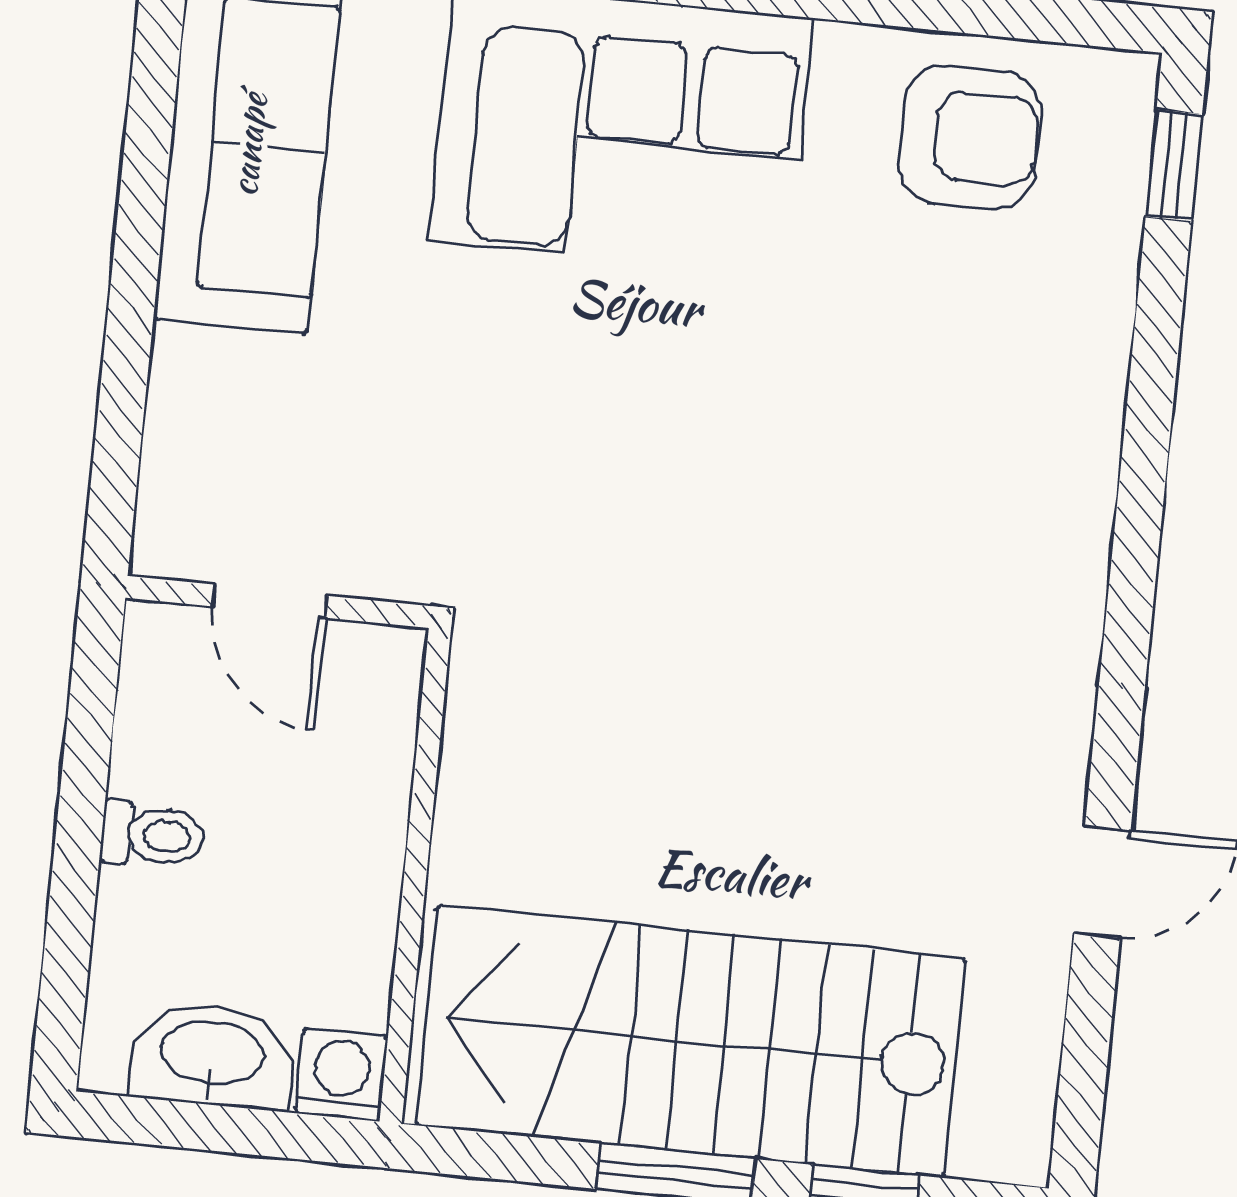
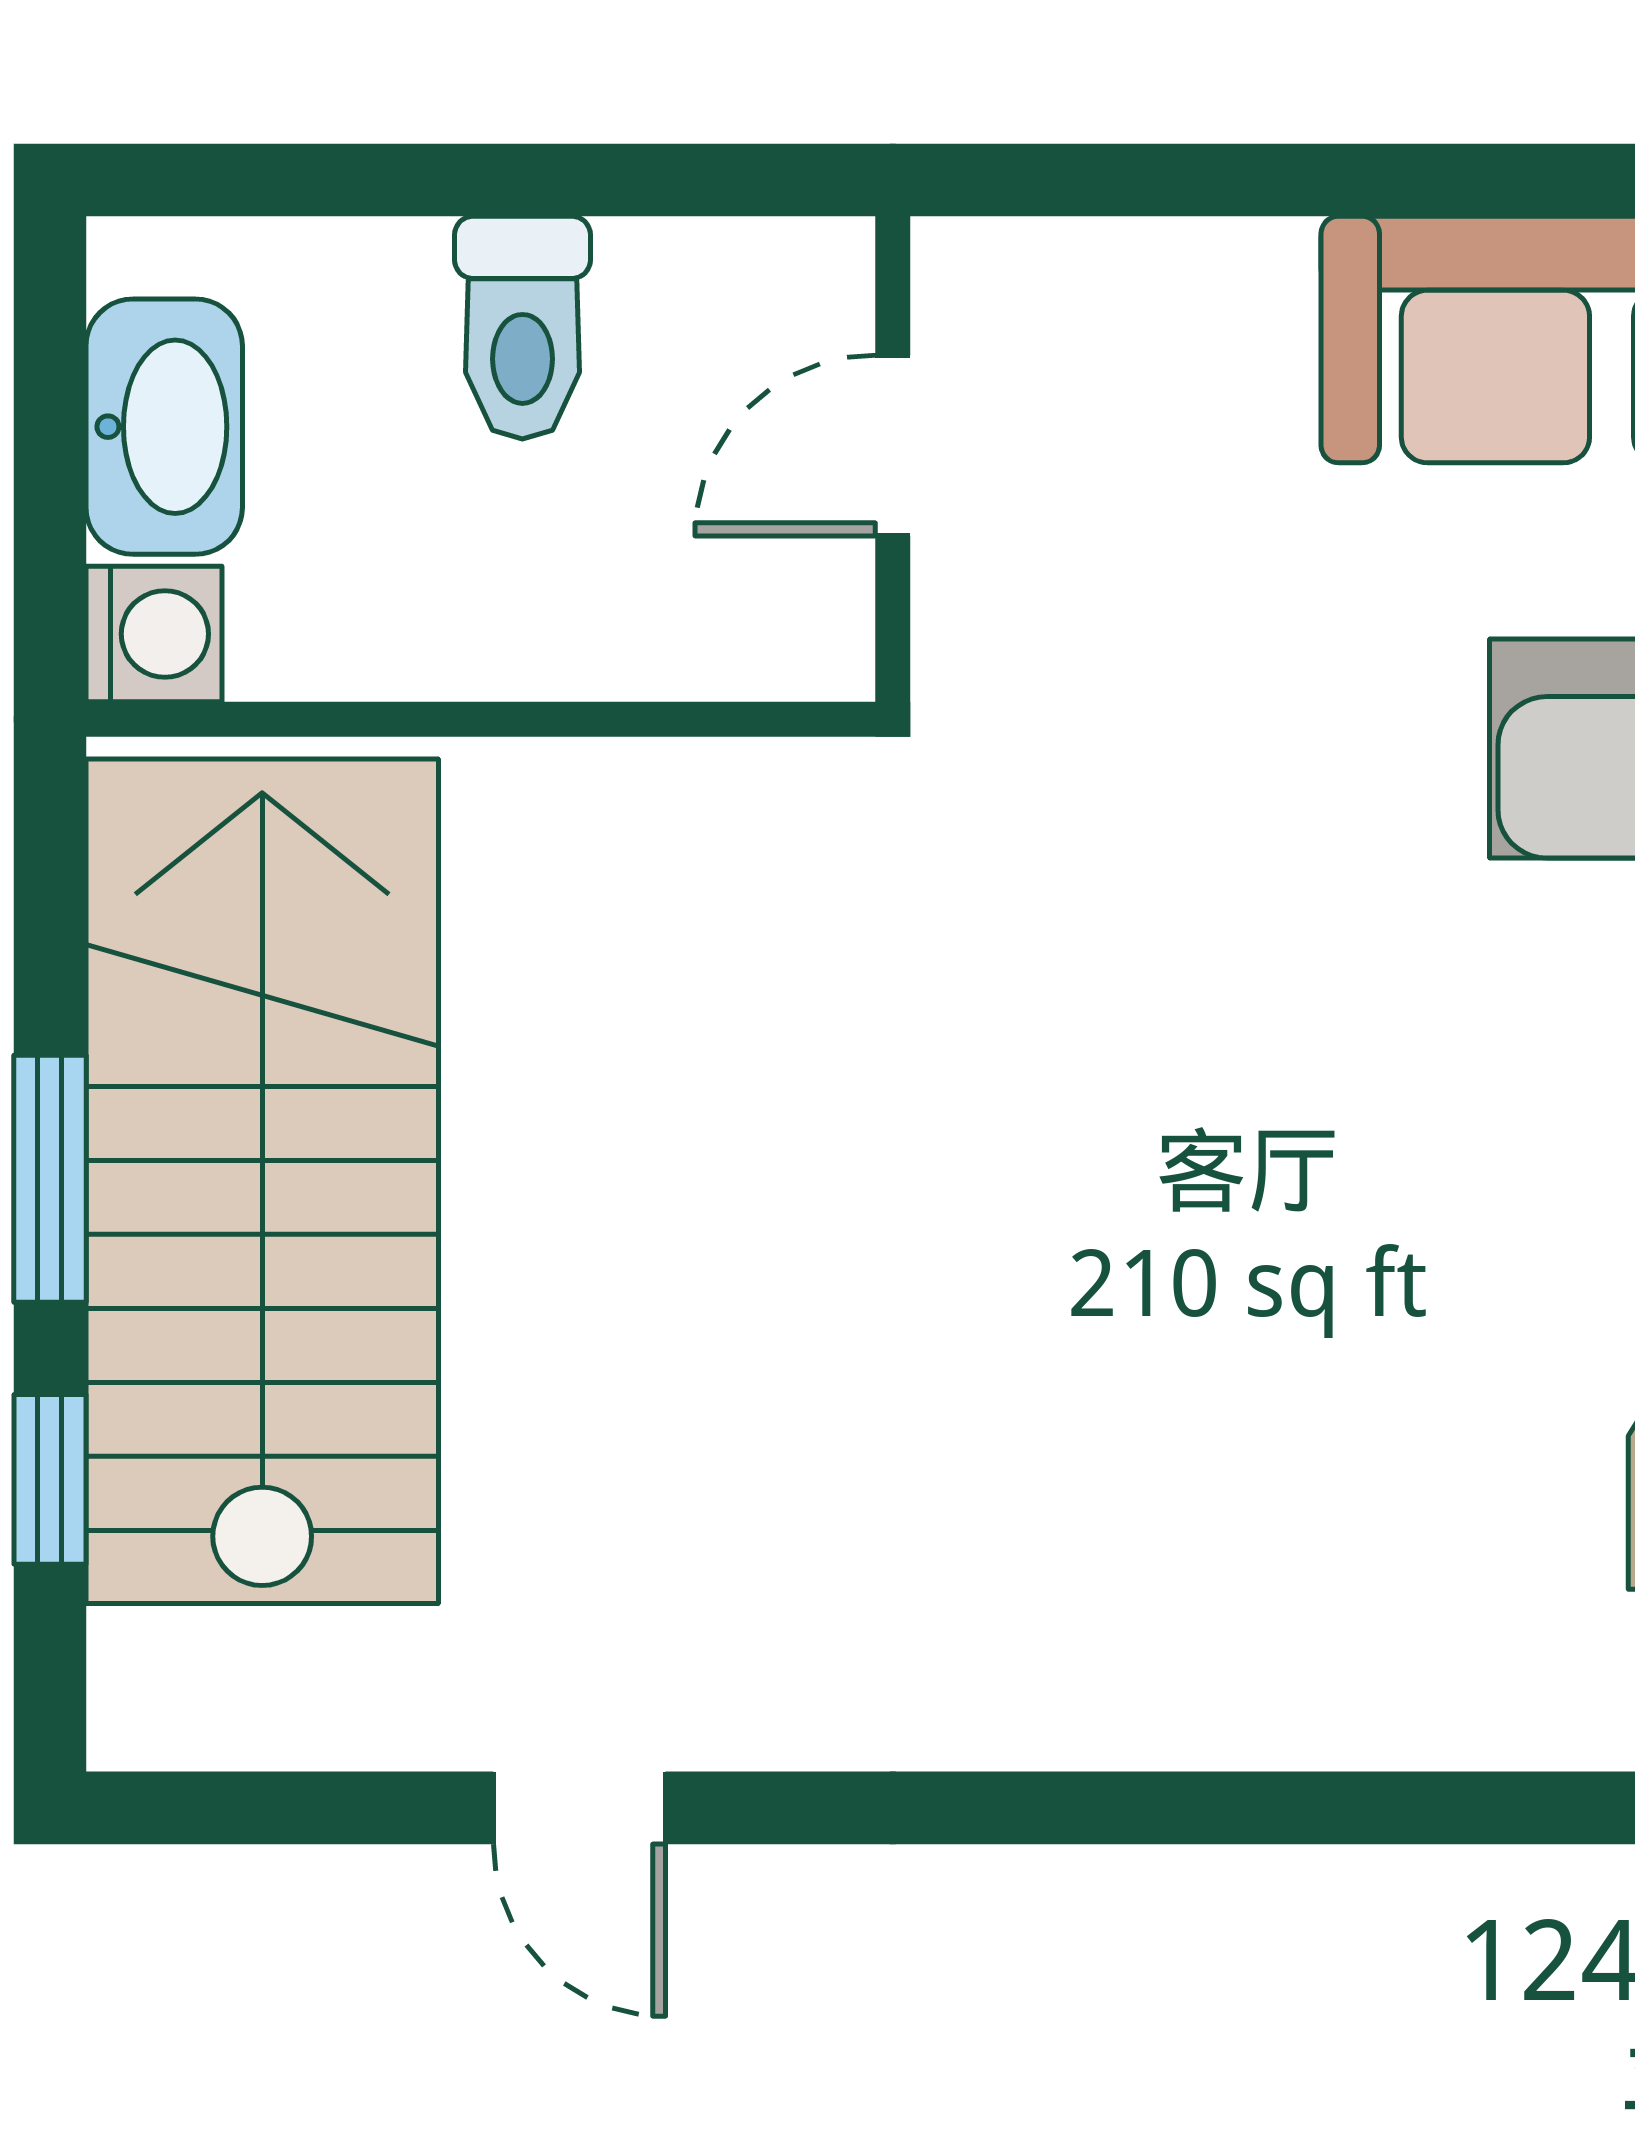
toilet: (152, 835) -> (522, 328), width x1.37, depth x1.39

